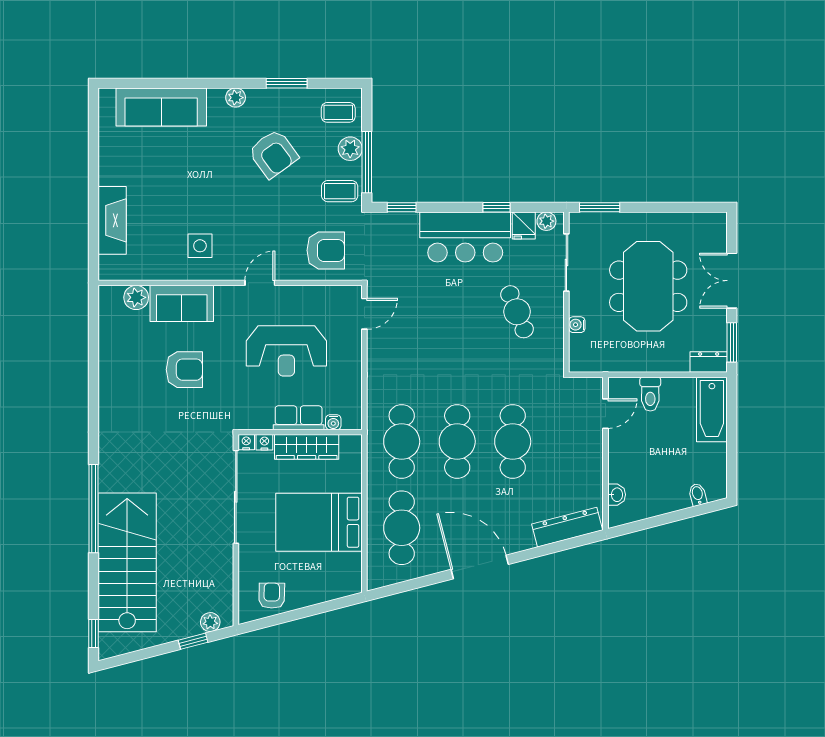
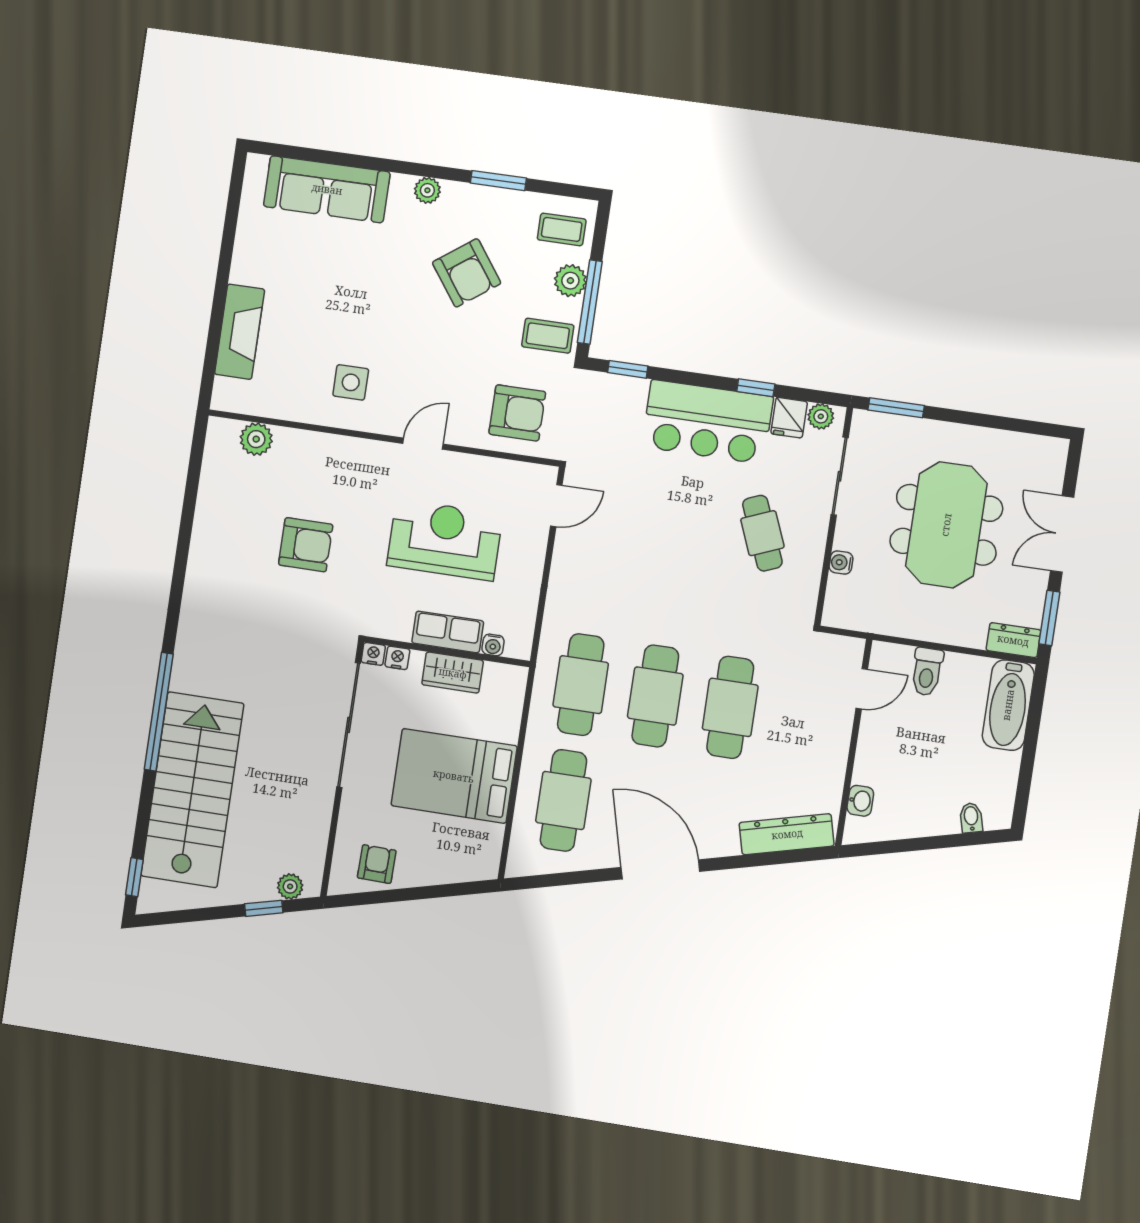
sofa: (182, 303) -> (315, 456), removed
reception desk: (286, 351) -> (445, 540), turned 180
wardrobe: (307, 447) -> (453, 673), width x0.67

